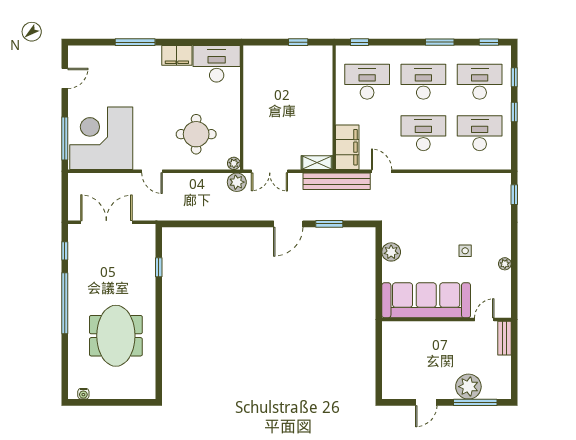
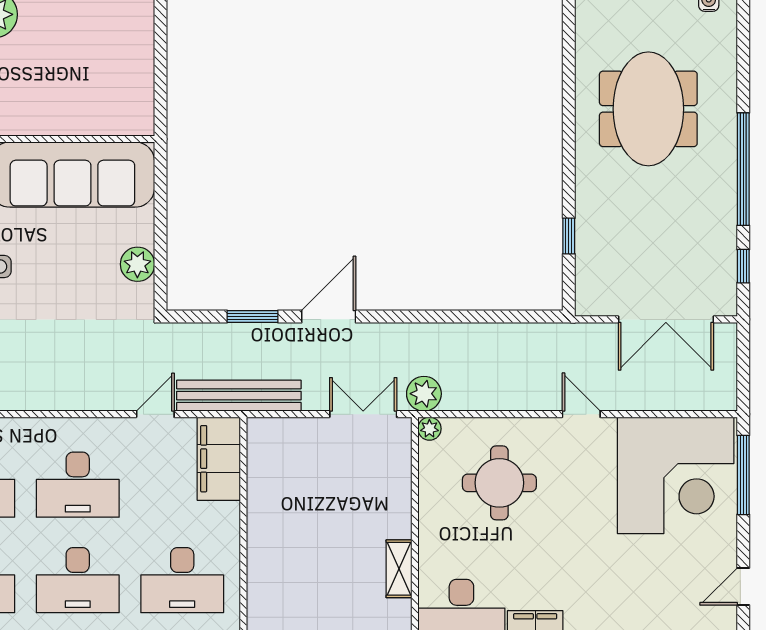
shelving: (317, 163) -> (399, 569), moved, turned 90
door: (382, 171) -> (155, 414), swing flipped

